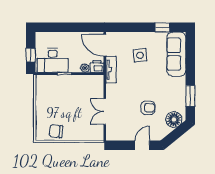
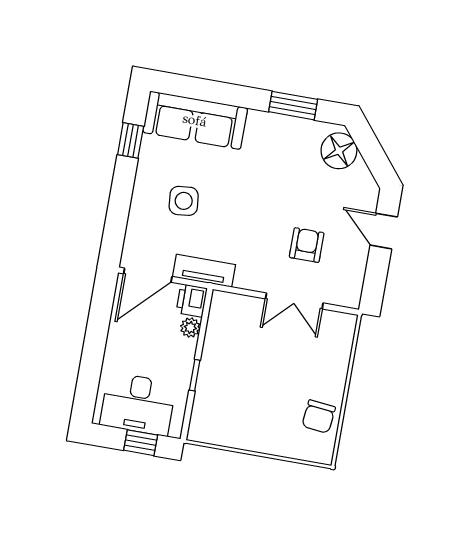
desk: (53, 60) -> (138, 404), moved, turned 90
armchair: (148, 108) -> (307, 245), moved

